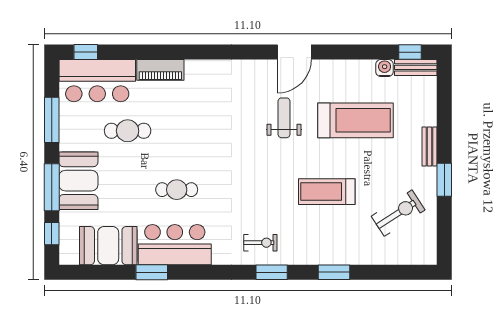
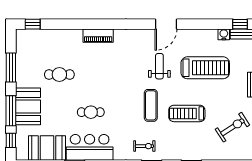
piano: (160, 70) -> (98, 36), moved
bar counter: (97, 81) -> (40, 42), removed
exercise mat: (270, 179) -> (151, 105), added

